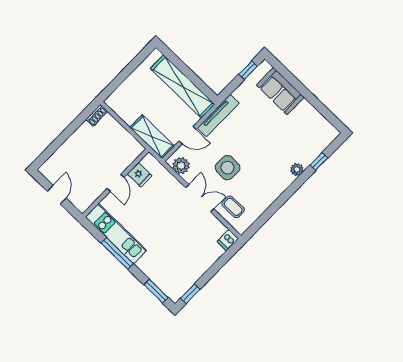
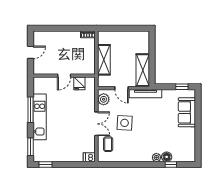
shelving: (183, 86) -> (143, 70), width x0.68
shelving: (152, 137) -> (104, 60), moved
floor lamp: (307, 158) -> (167, 157), added
kitchen unit: (116, 234) -> (40, 117), moved

